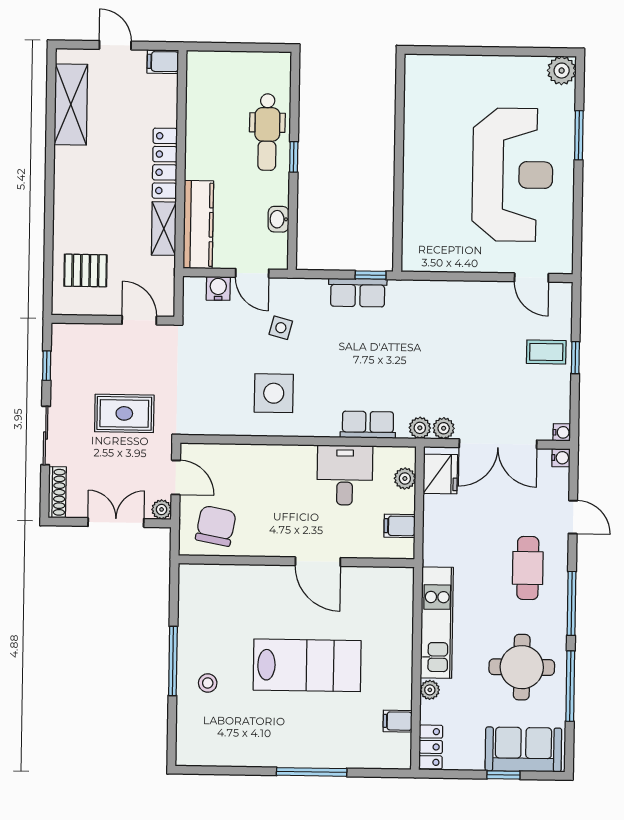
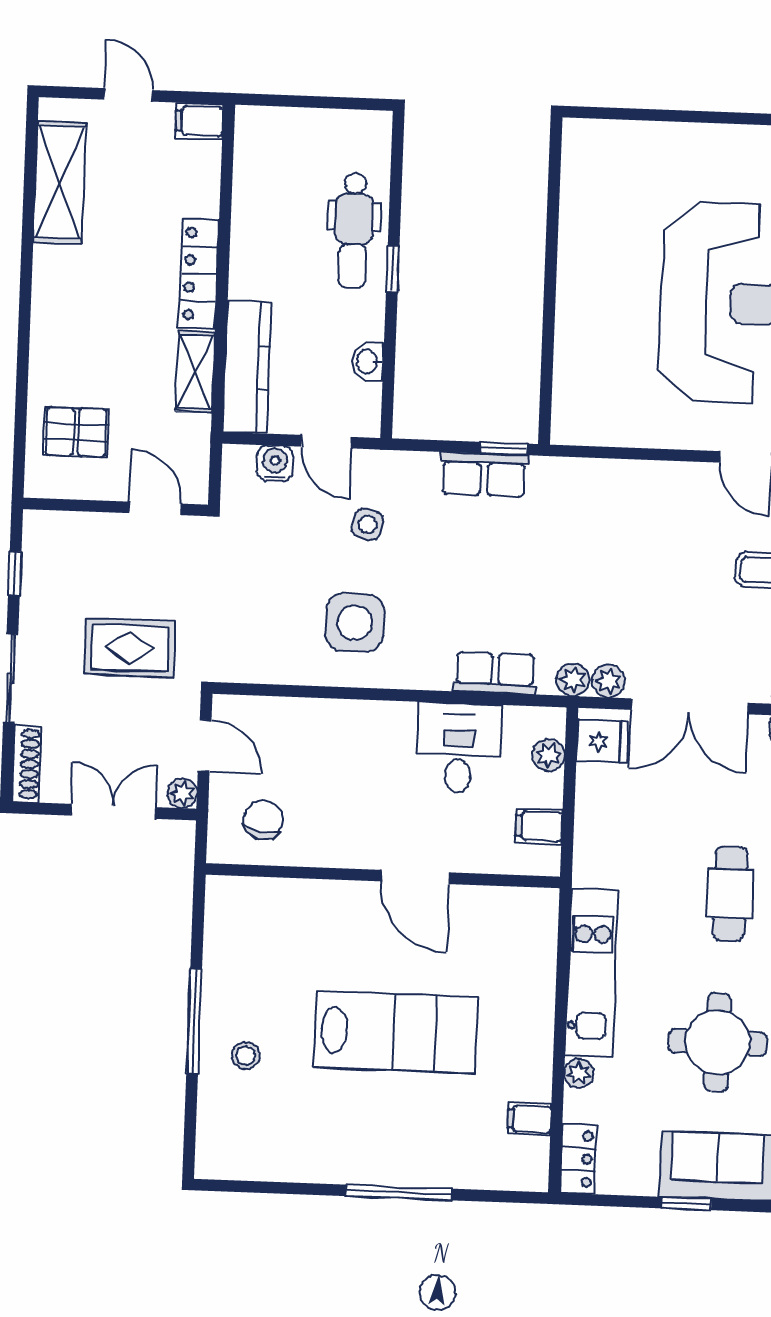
fridge: (440, 474) -> (602, 741), width x0.72
chair: (216, 526) -> (263, 820), width x0.73, depth x0.73

